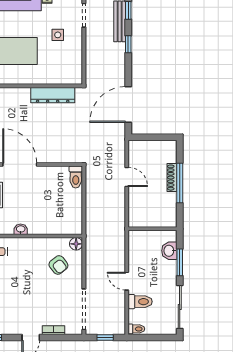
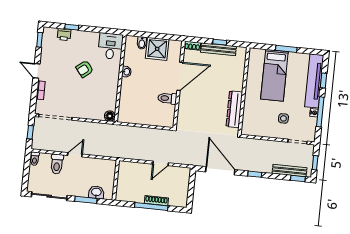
window: (128, 44) -> (255, 174), moved
toilet: (76, 177) -> (167, 98), moved
armchair: (58, 265) -> (85, 69), moved

